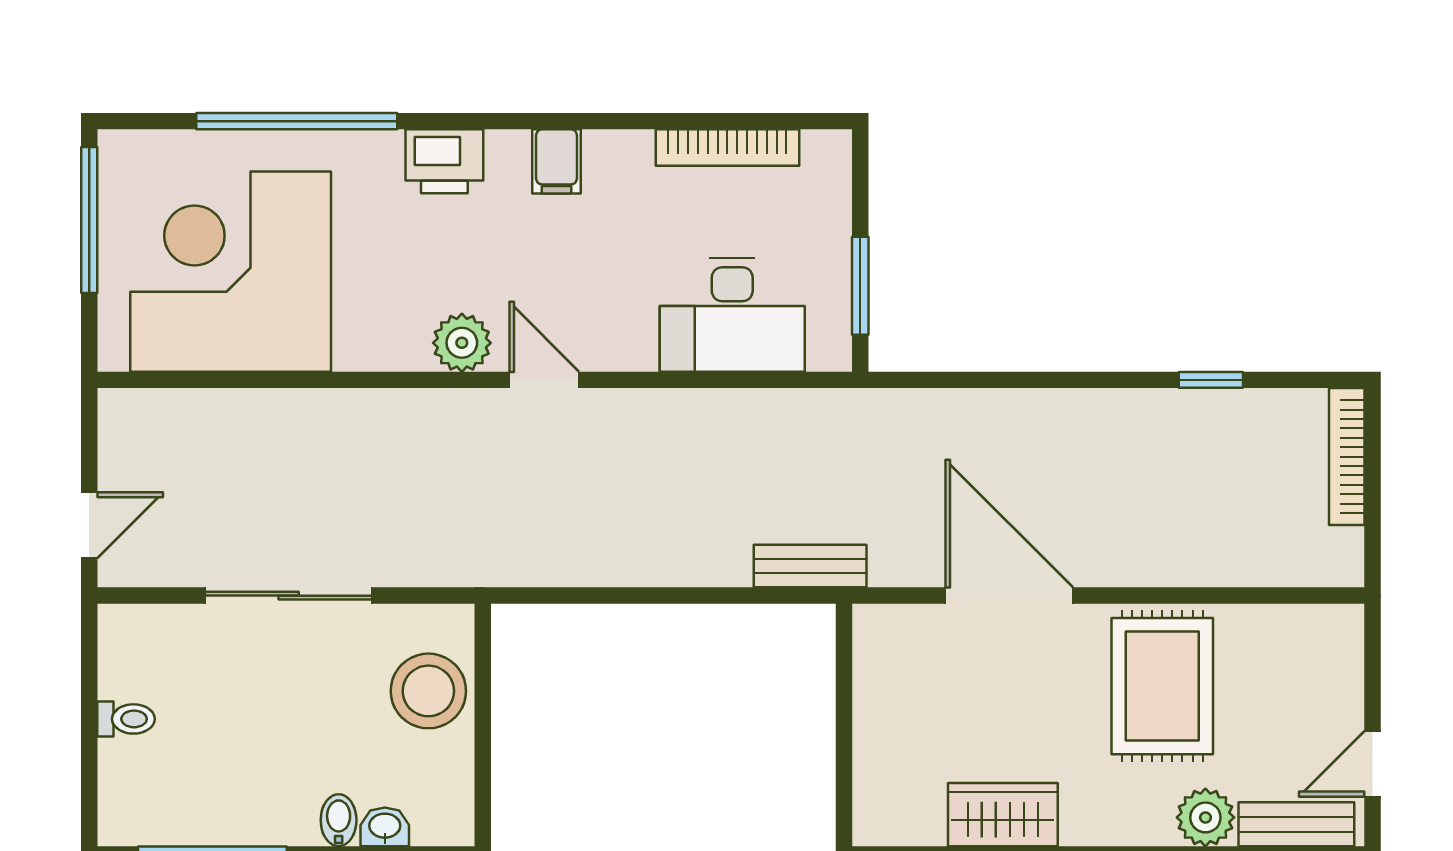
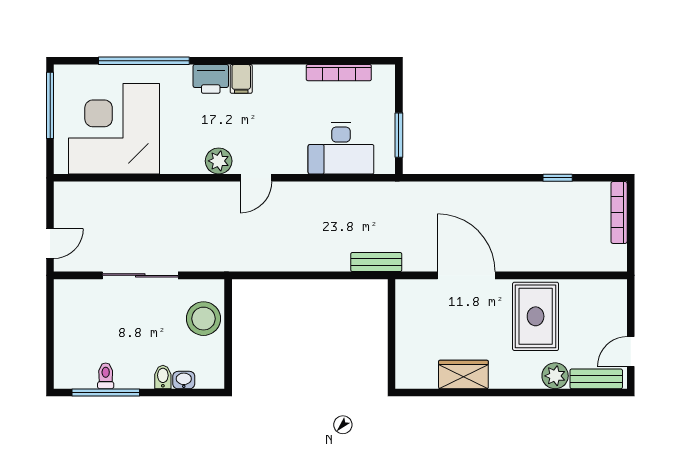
filing cabinet: (557, 161) -> (241, 79), moved
door: (544, 380) -> (256, 178), swing flipped
toilet: (126, 719) -> (106, 376), moved, turned -90

